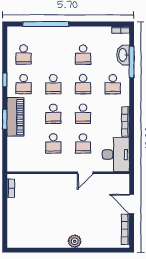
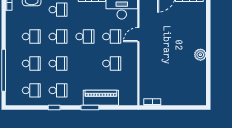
school desk: (53, 114) -> (31, 63), moved
piano: (15, 117) -> (101, 98), moved
door: (85, 173) -> (138, 35), swing flipped
plant: (75, 241) -> (200, 55), moved

